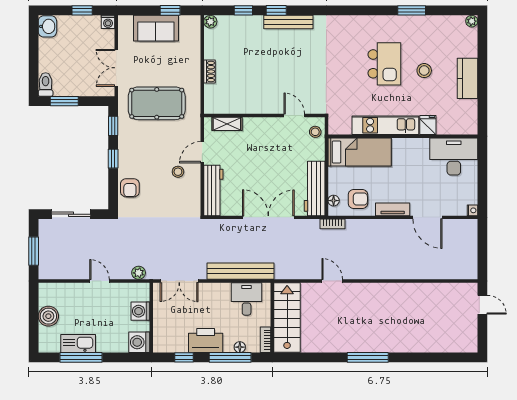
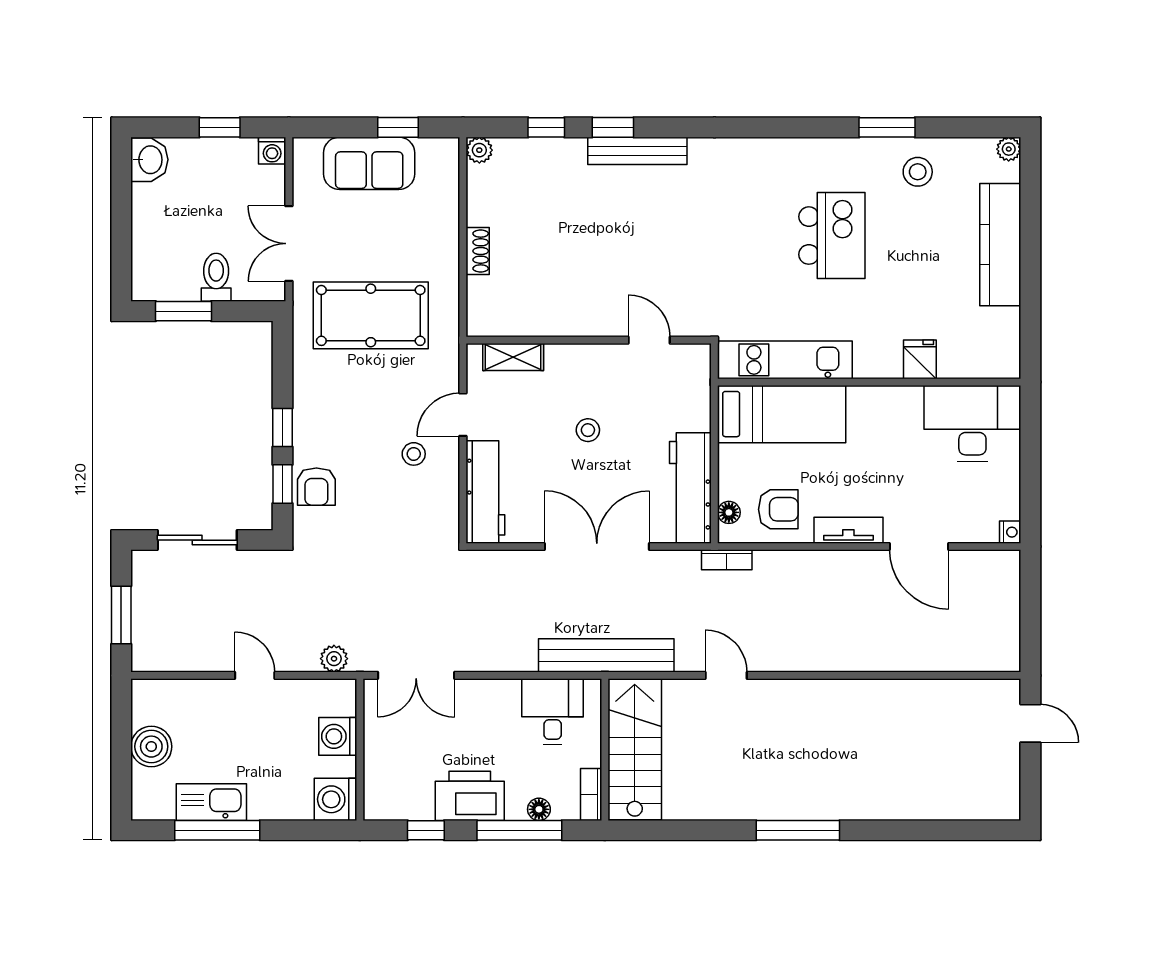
stool: (424, 71) -> (918, 172), moved
kitchen counter: (468, 78) -> (1000, 245), width x1.50
toilet: (46, 84) -> (216, 277), moved
kitchen unit: (385, 125) -> (785, 360), moved
window: (113, 126) -> (282, 484), moved
stool: (315, 132) -> (588, 430), moved
bench: (241, 271) -> (606, 655), moved

